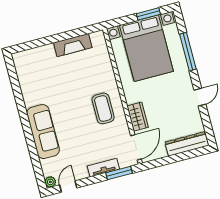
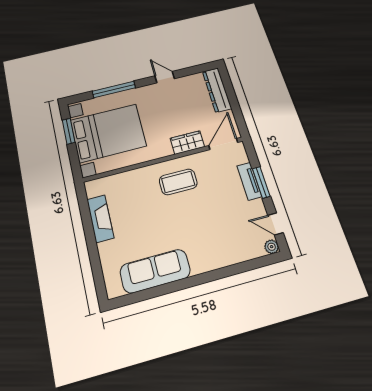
sofa: (43, 132) -> (155, 271), moved
door: (136, 147) -> (223, 144), hinge flipped
window: (119, 173) -> (261, 182), moved

